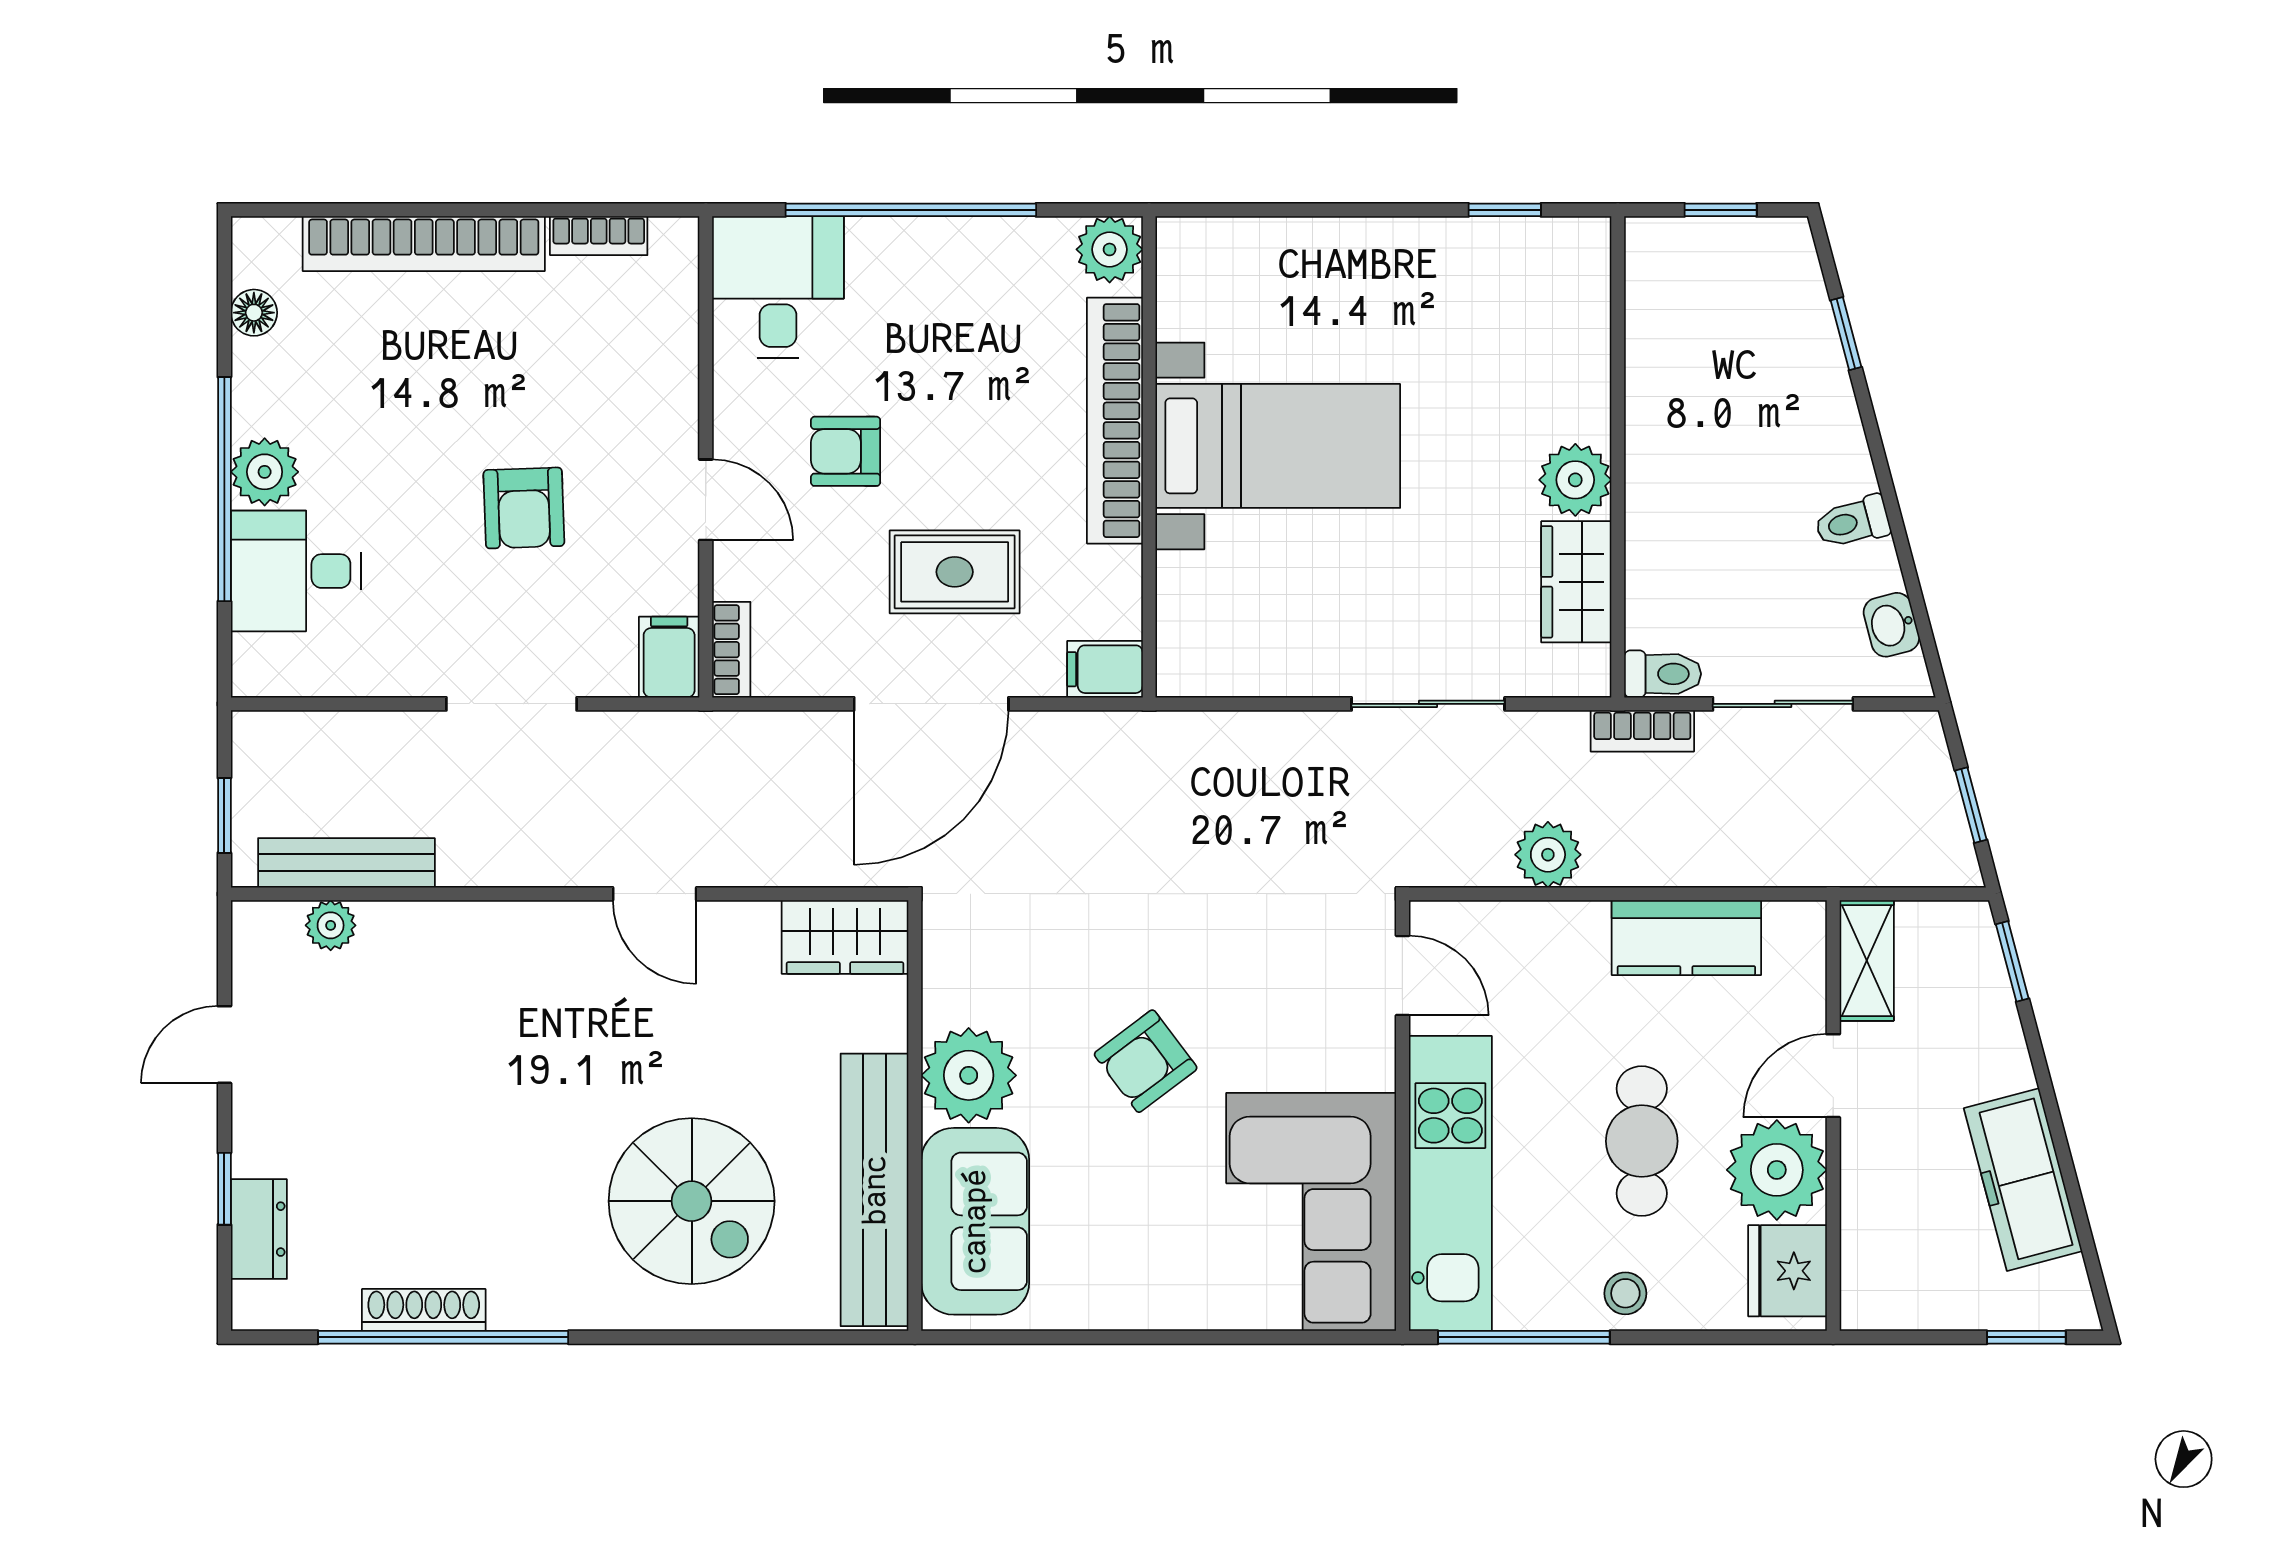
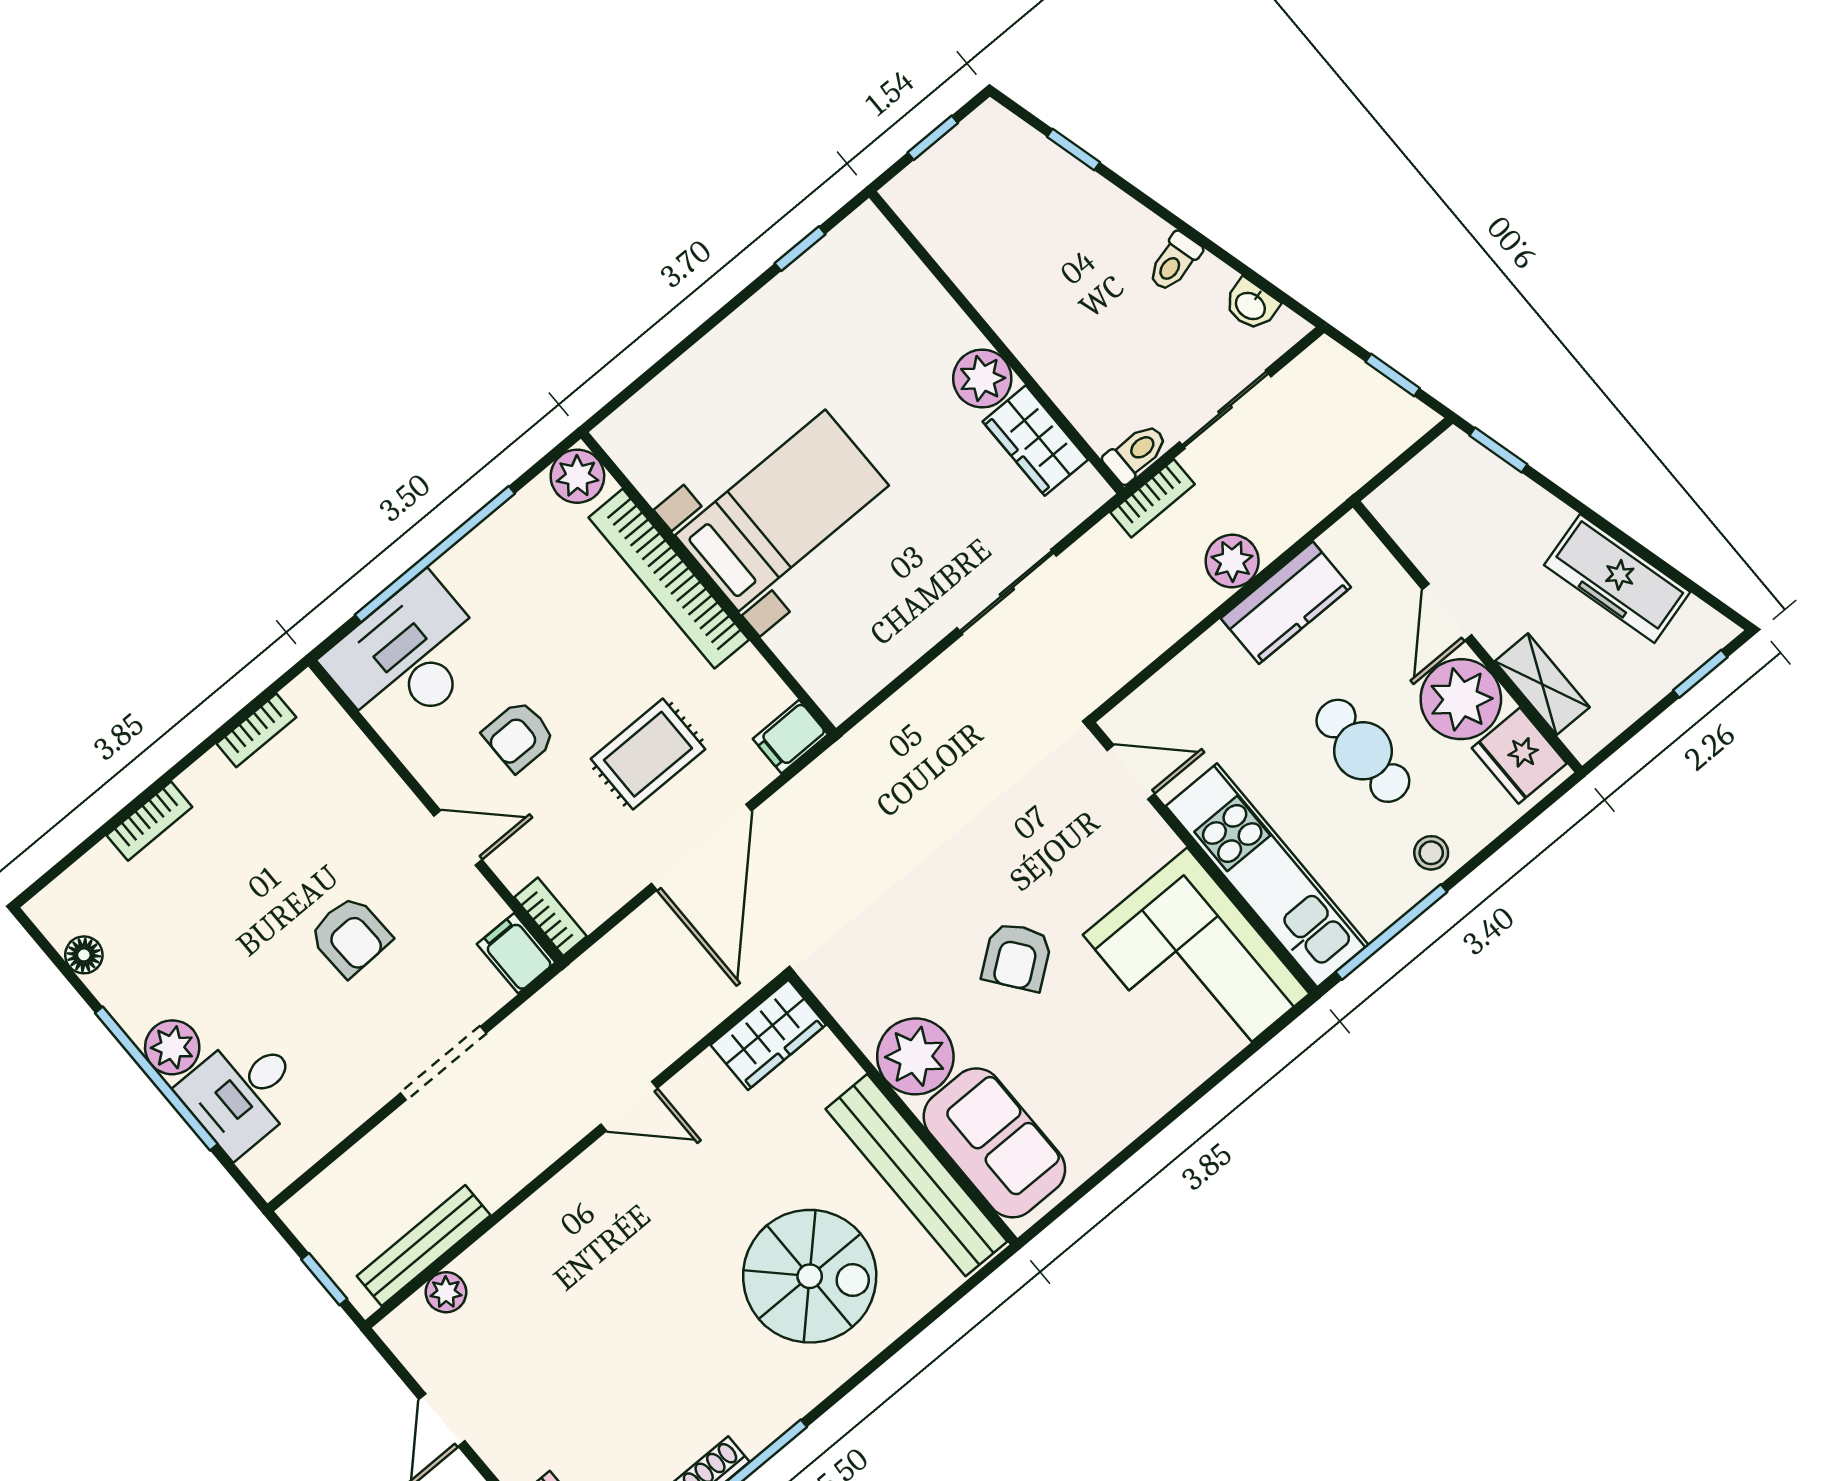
bookcase: (424, 244) -> (149, 821), width x0.43, depth x0.76
desk: (778, 287) -> (408, 657), width x1.37
plant: (1548, 855) -> (1232, 561), moved
shelving: (1867, 961) -> (1542, 684), moved

